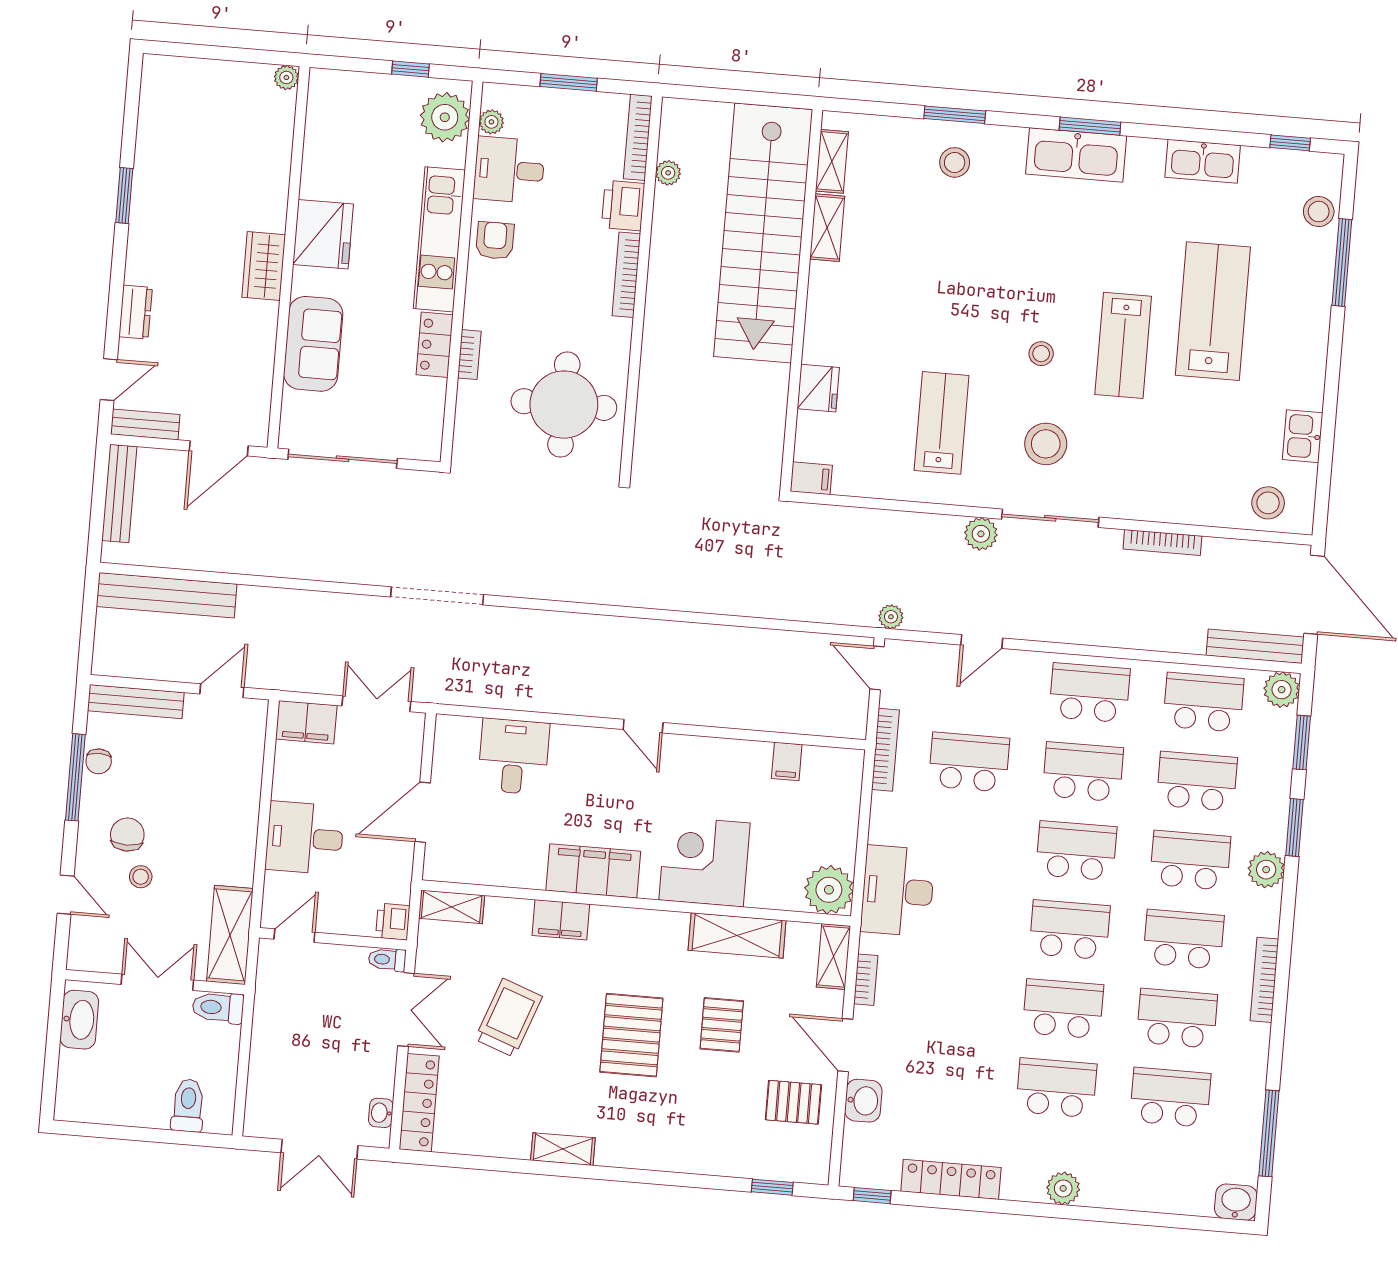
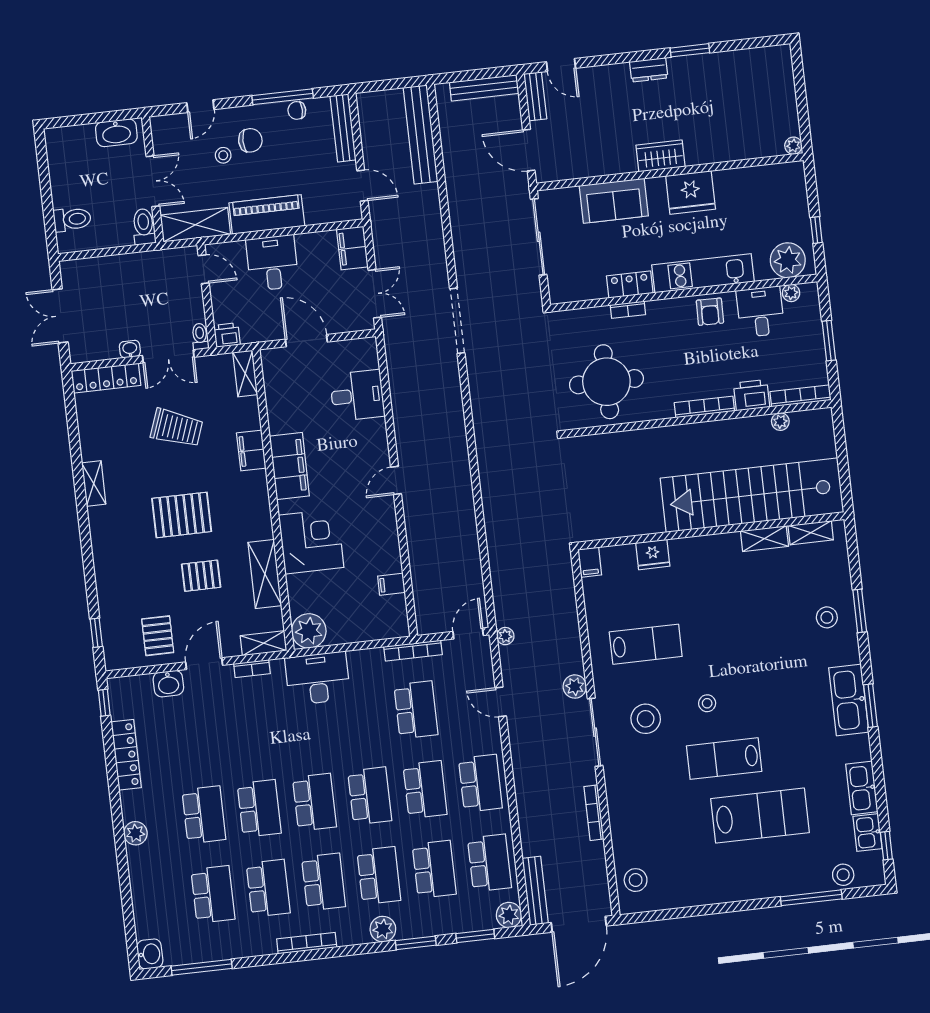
armchair: (495, 240) -> (710, 312), turned 91
dresser: (136, 312) -> (649, 70), moved
kitchen sink: (1303, 436) -> (868, 832), moved, turned -90
piano: (235, 832) -> (267, 214), added
washbasin: (381, 1113) -> (130, 349), moved

